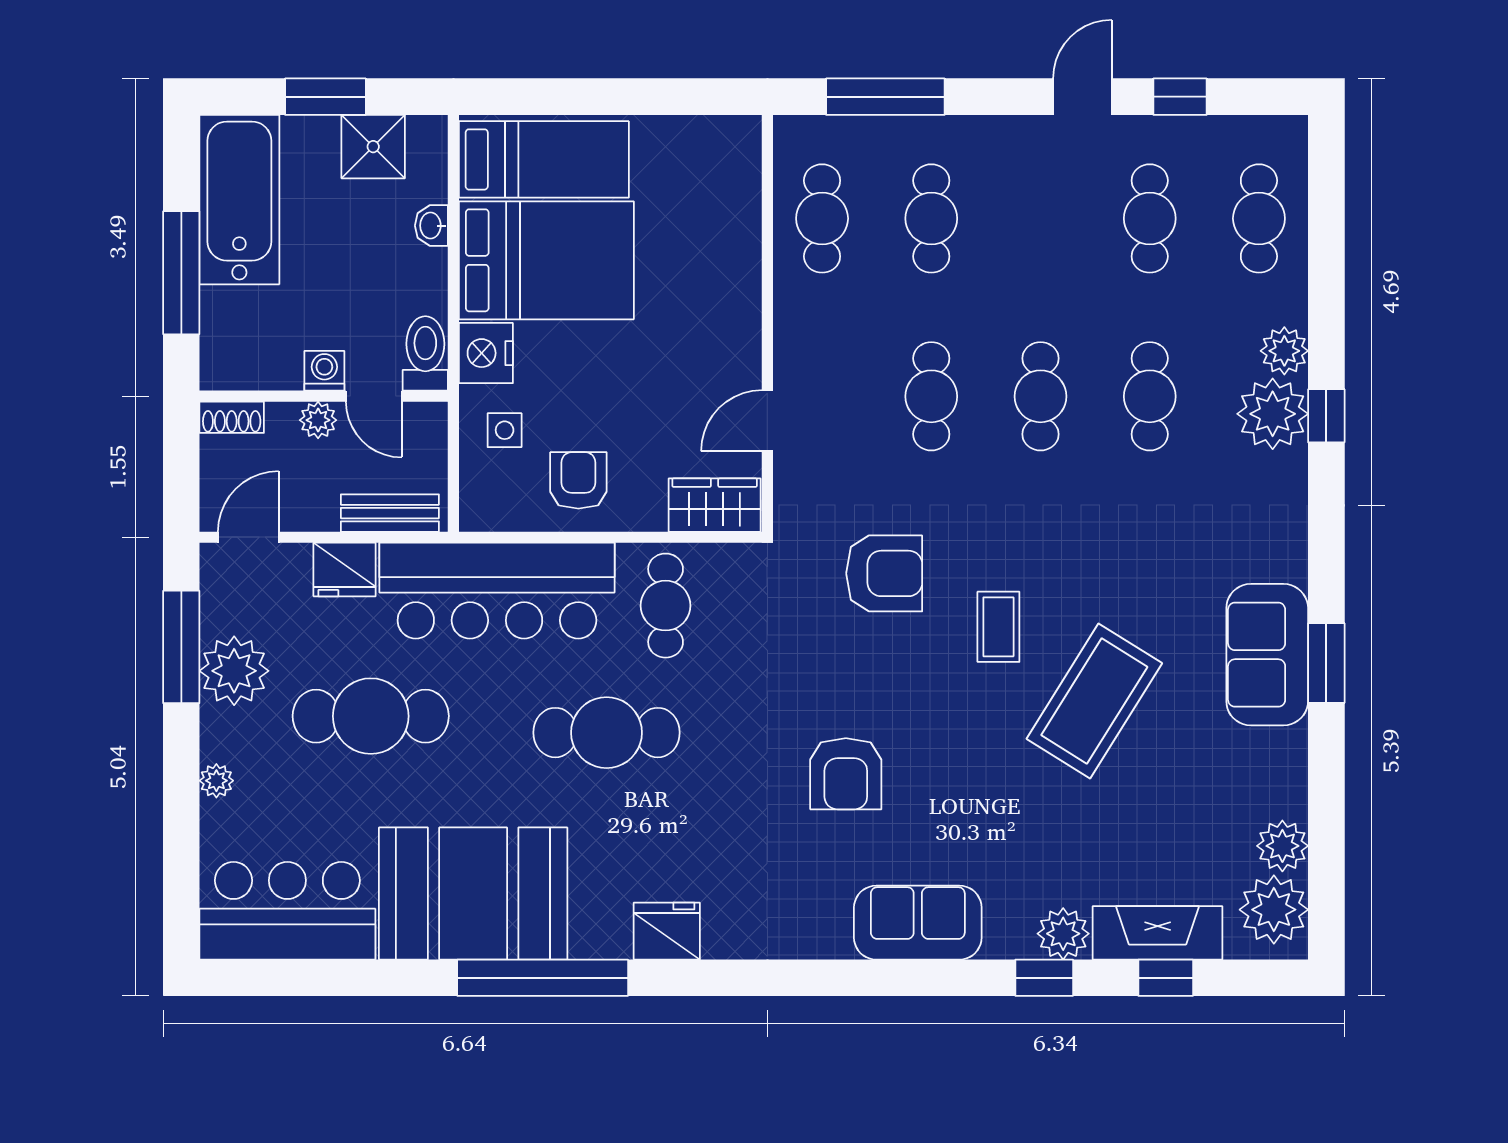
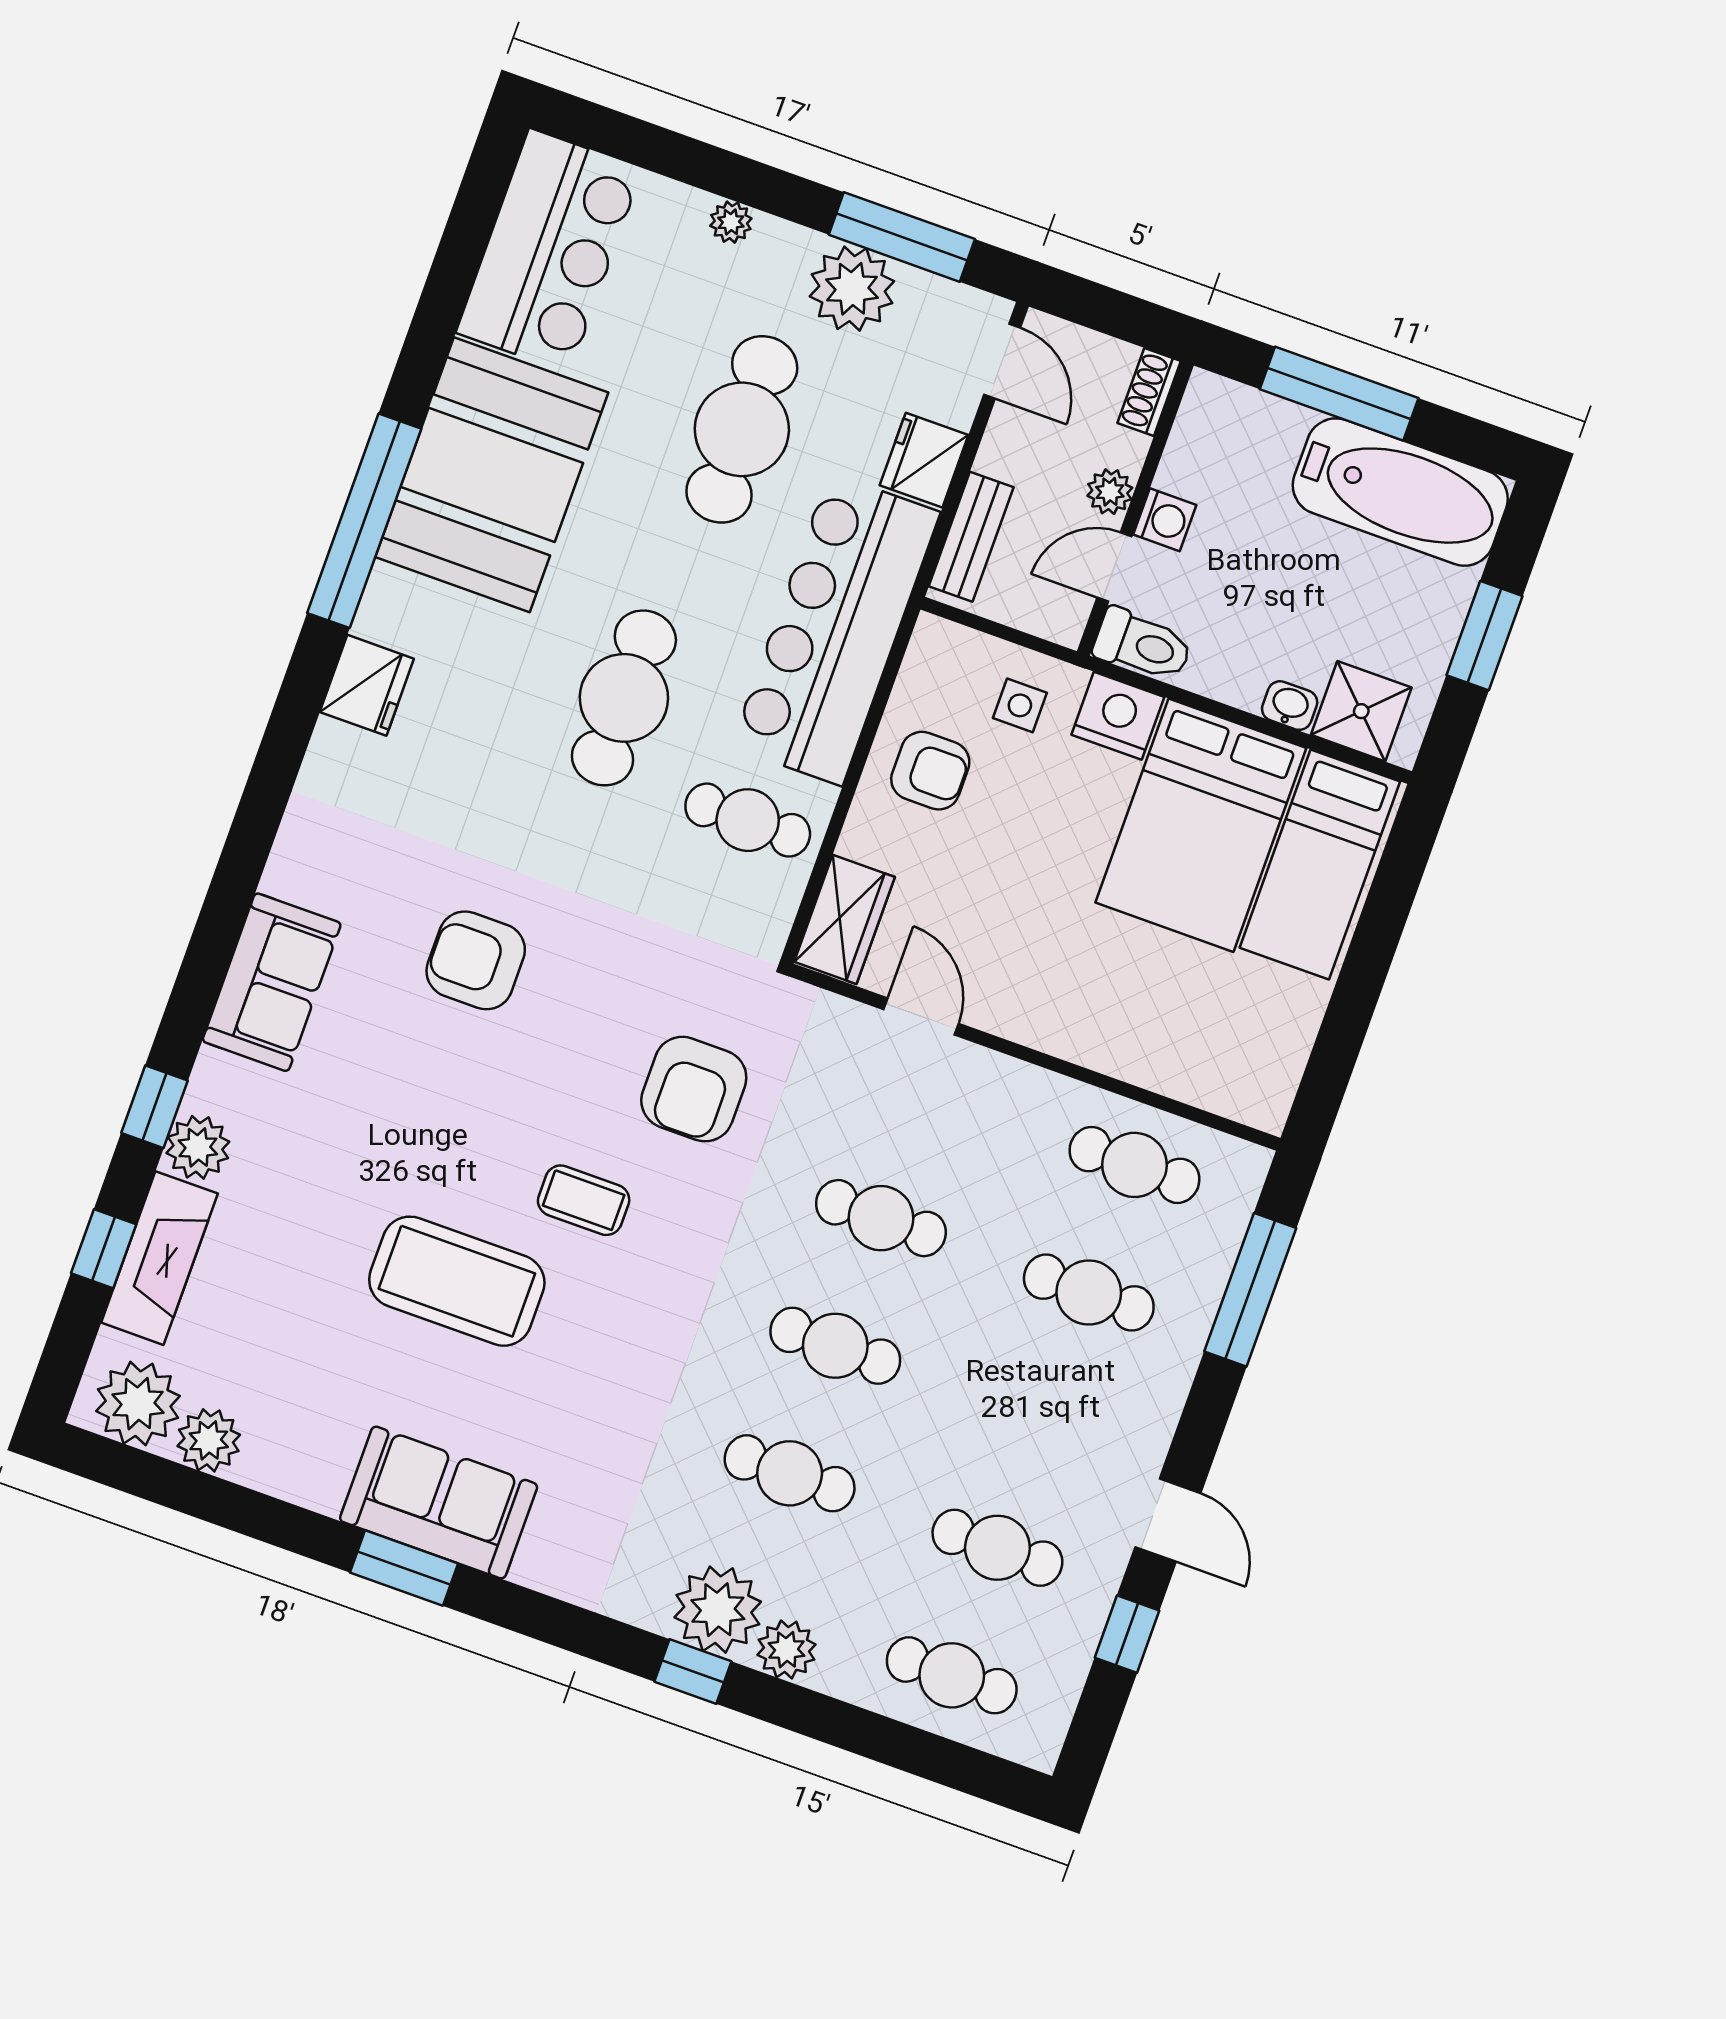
shower: (373, 147) -> (1361, 711), moved
coffee table: (1094, 701) -> (457, 1281), turned -32

